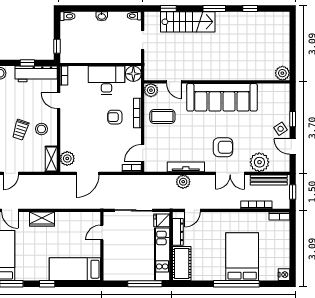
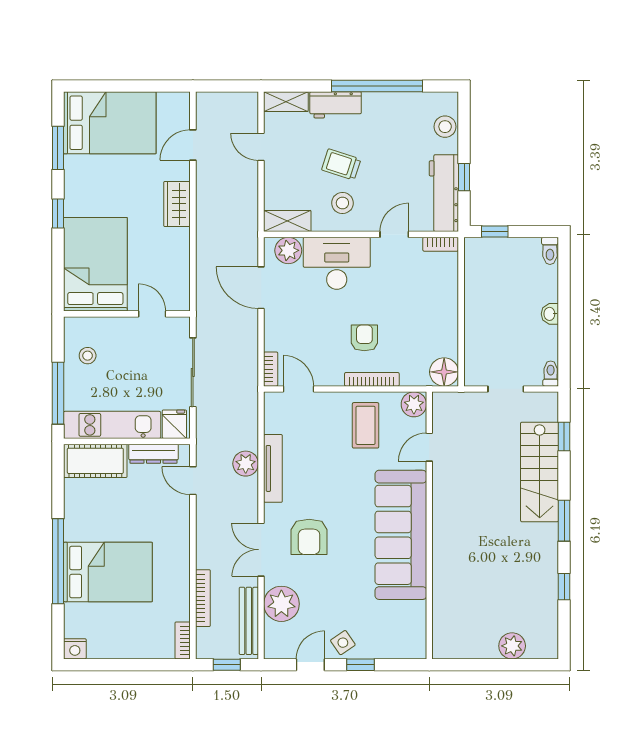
plant: (282, 73) -> (512, 646), moved
desk: (106, 80) -> (337, 263), moved, turned -90
stool: (124, 268) -> (88, 356), added
bed: (75, 269) -> (95, 264), width x1.50

